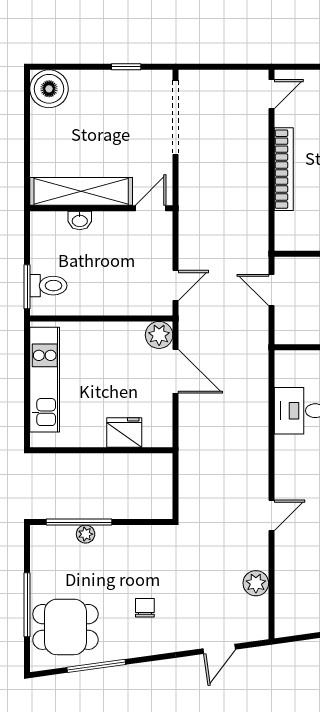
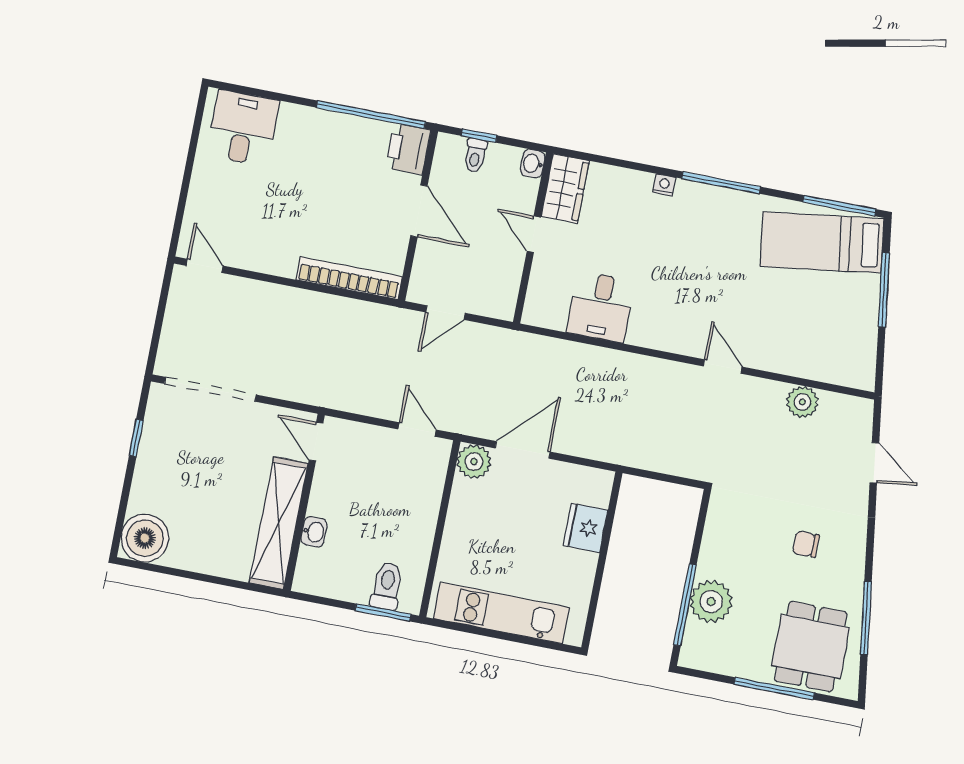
bookcase: (284, 169) -> (349, 278), moved
plant: (86, 534) -> (711, 601), width x1.88, depth x1.88

